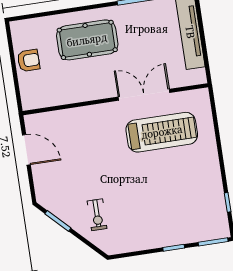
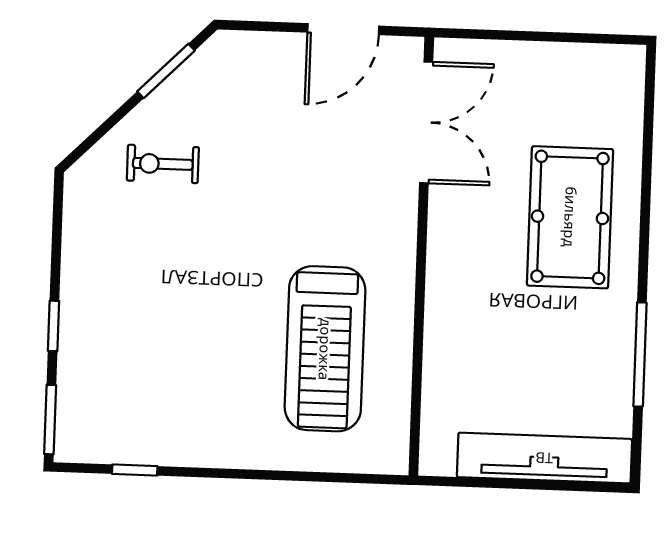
armchair: (29, 60) -> (548, 73), removed
double door: (144, 95) -> (426, 122), moved

